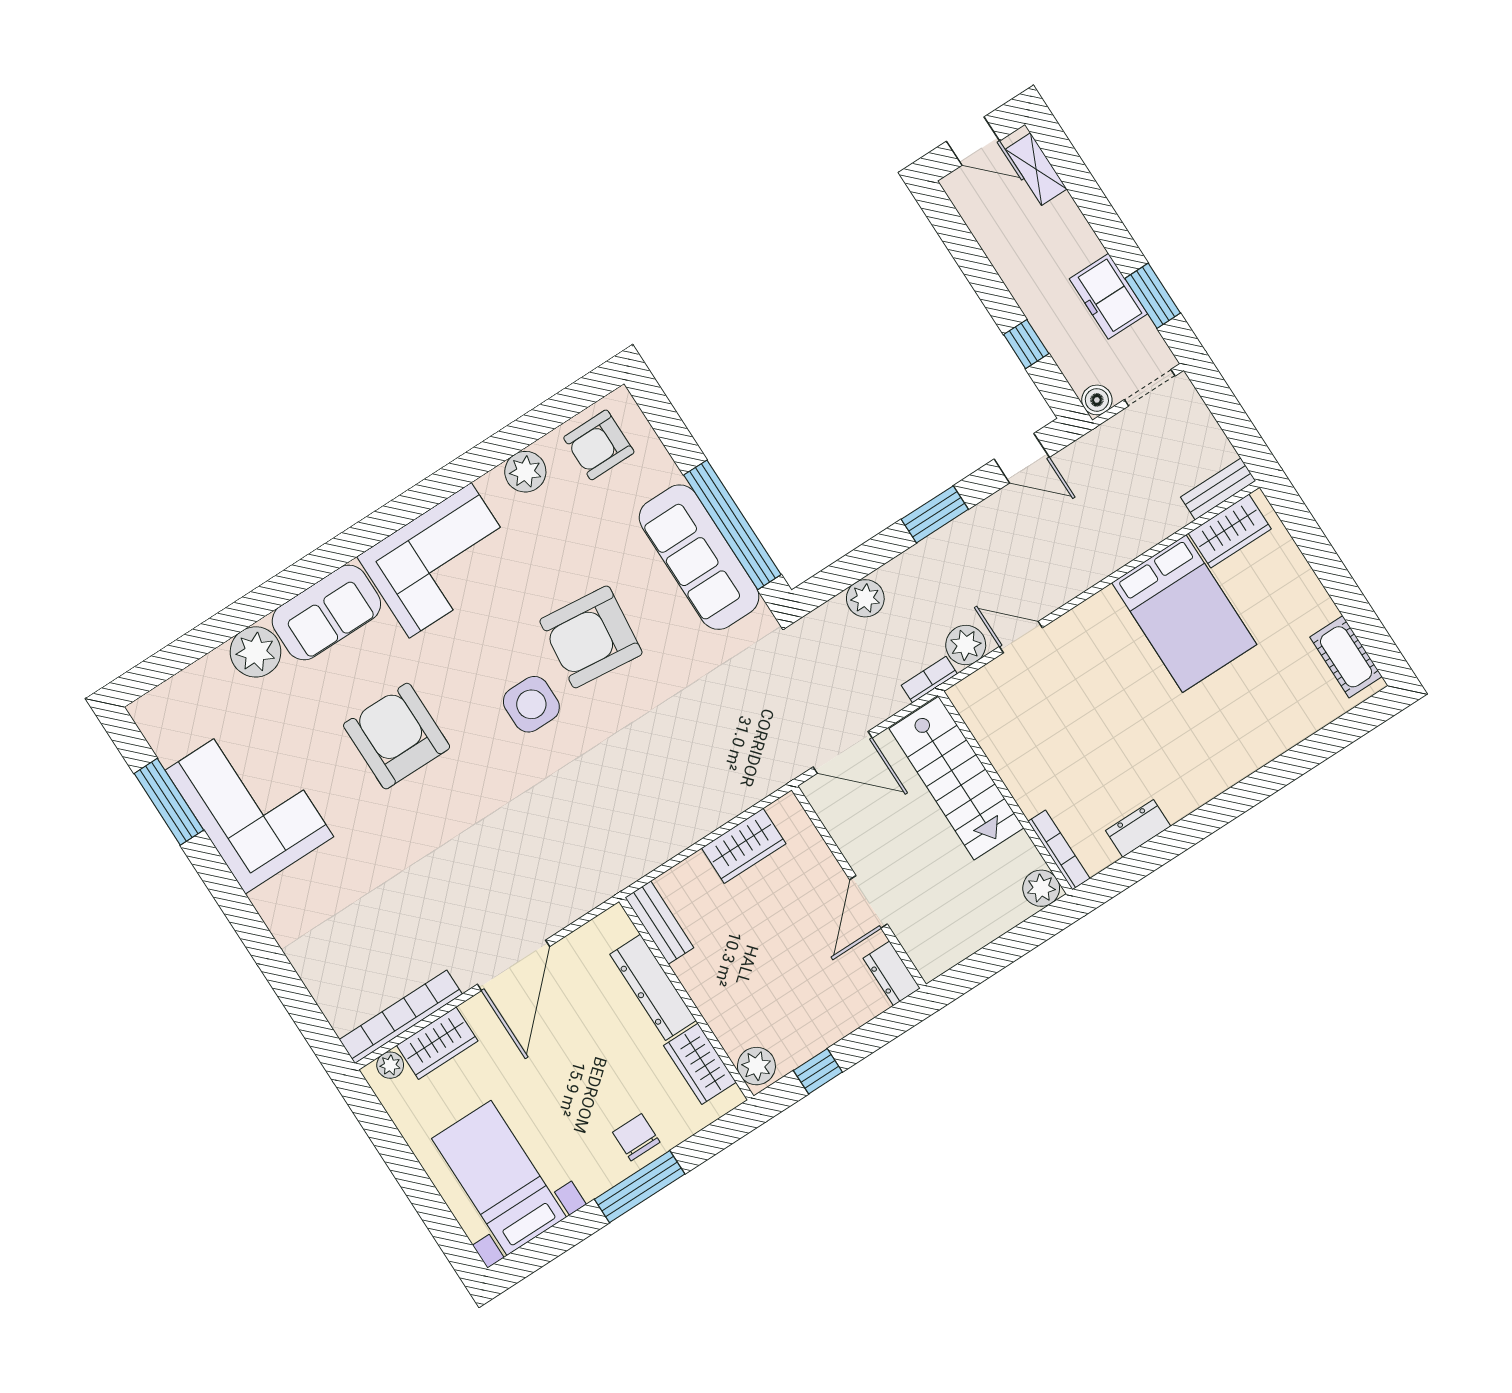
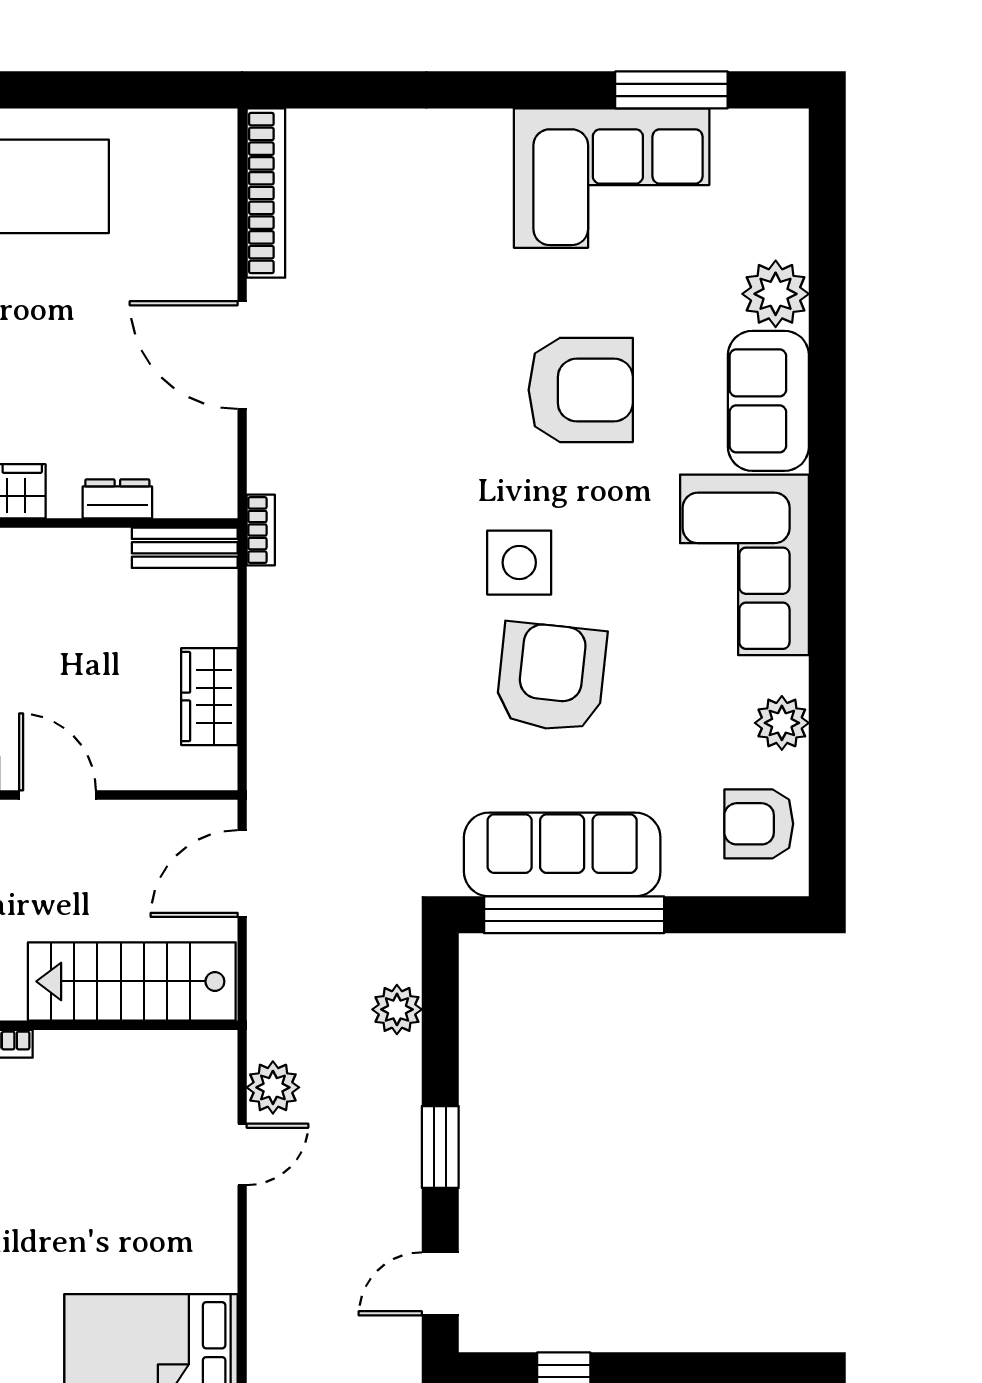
armchair: (599, 445) -> (759, 824), turned -90
bookcase: (929, 679) -> (261, 530), moved
dresser: (653, 987) -> (117, 499), width x0.51, depth x0.80
wardrobe: (437, 1043) -> (210, 215), removed
plant: (390, 1065) -> (220, 146), removed

